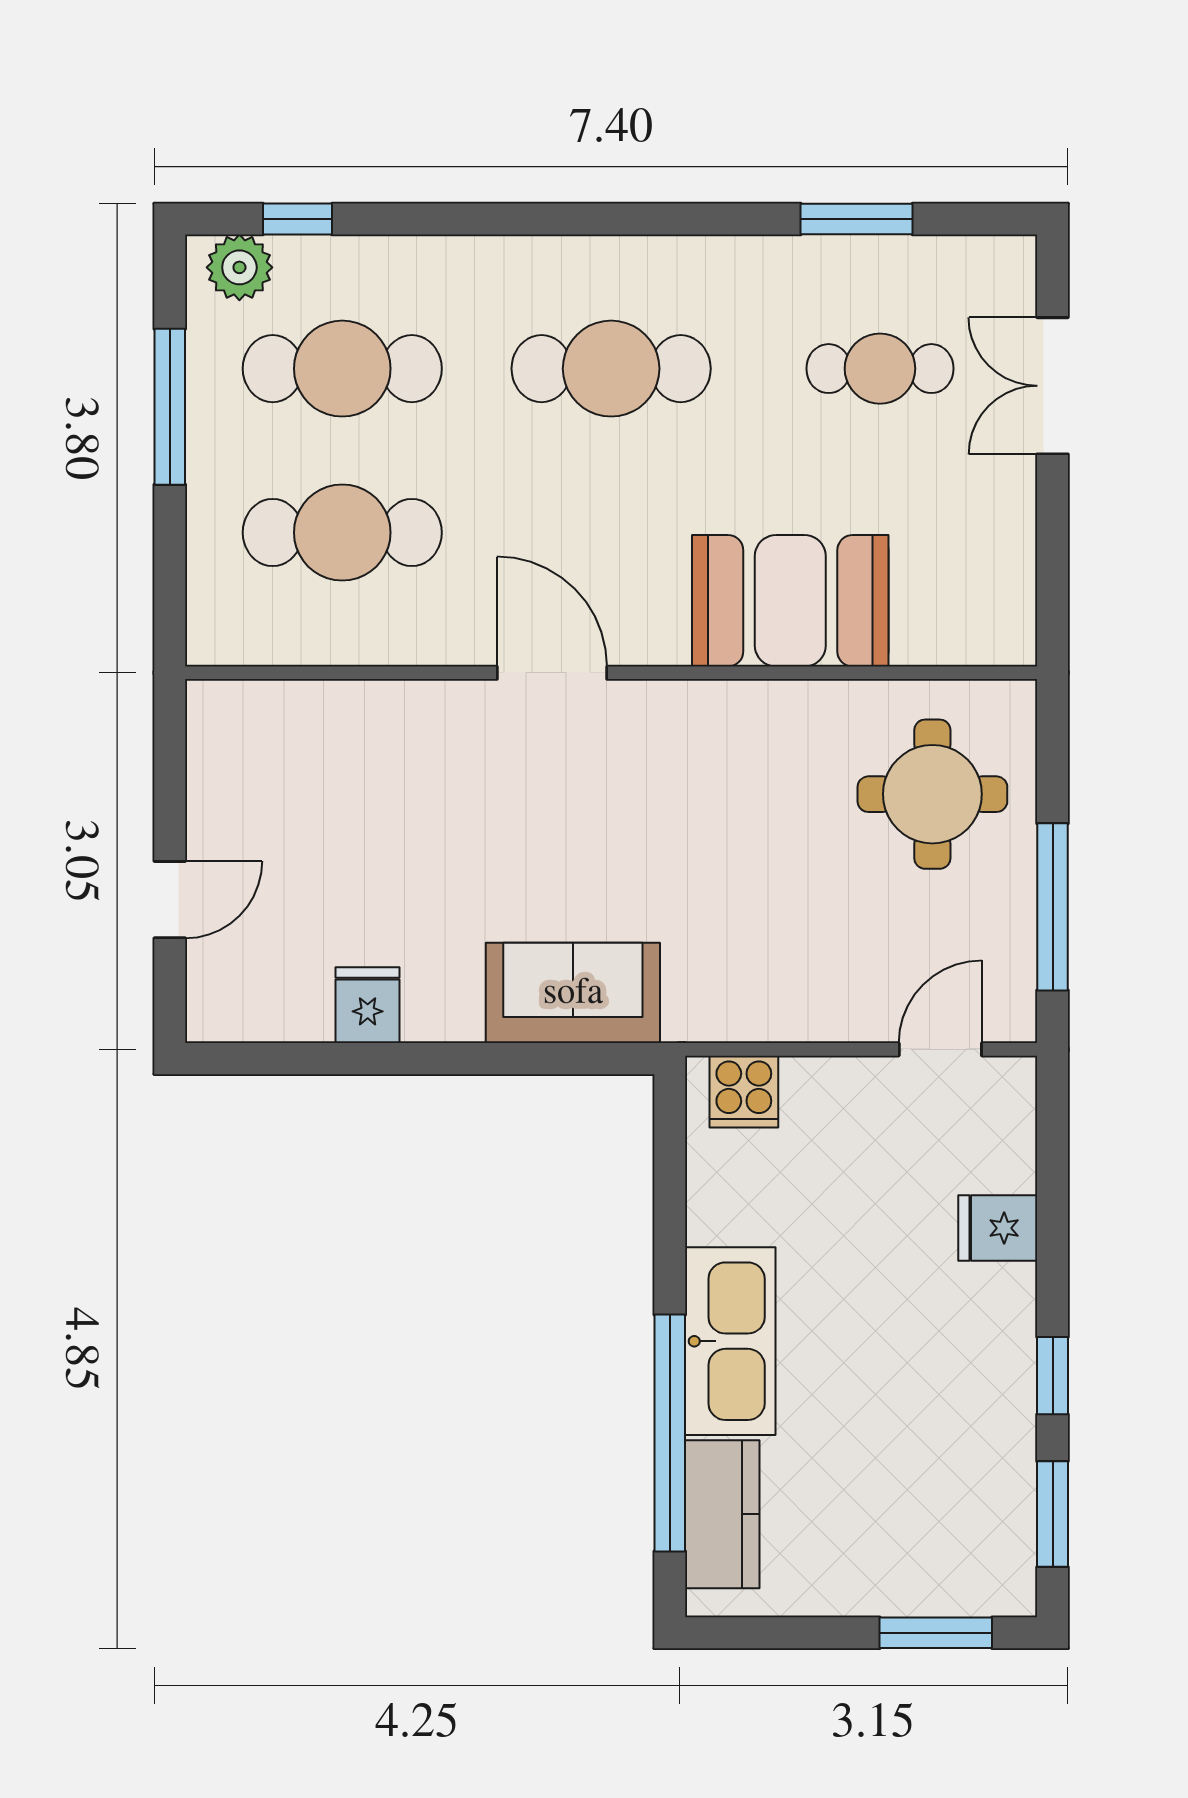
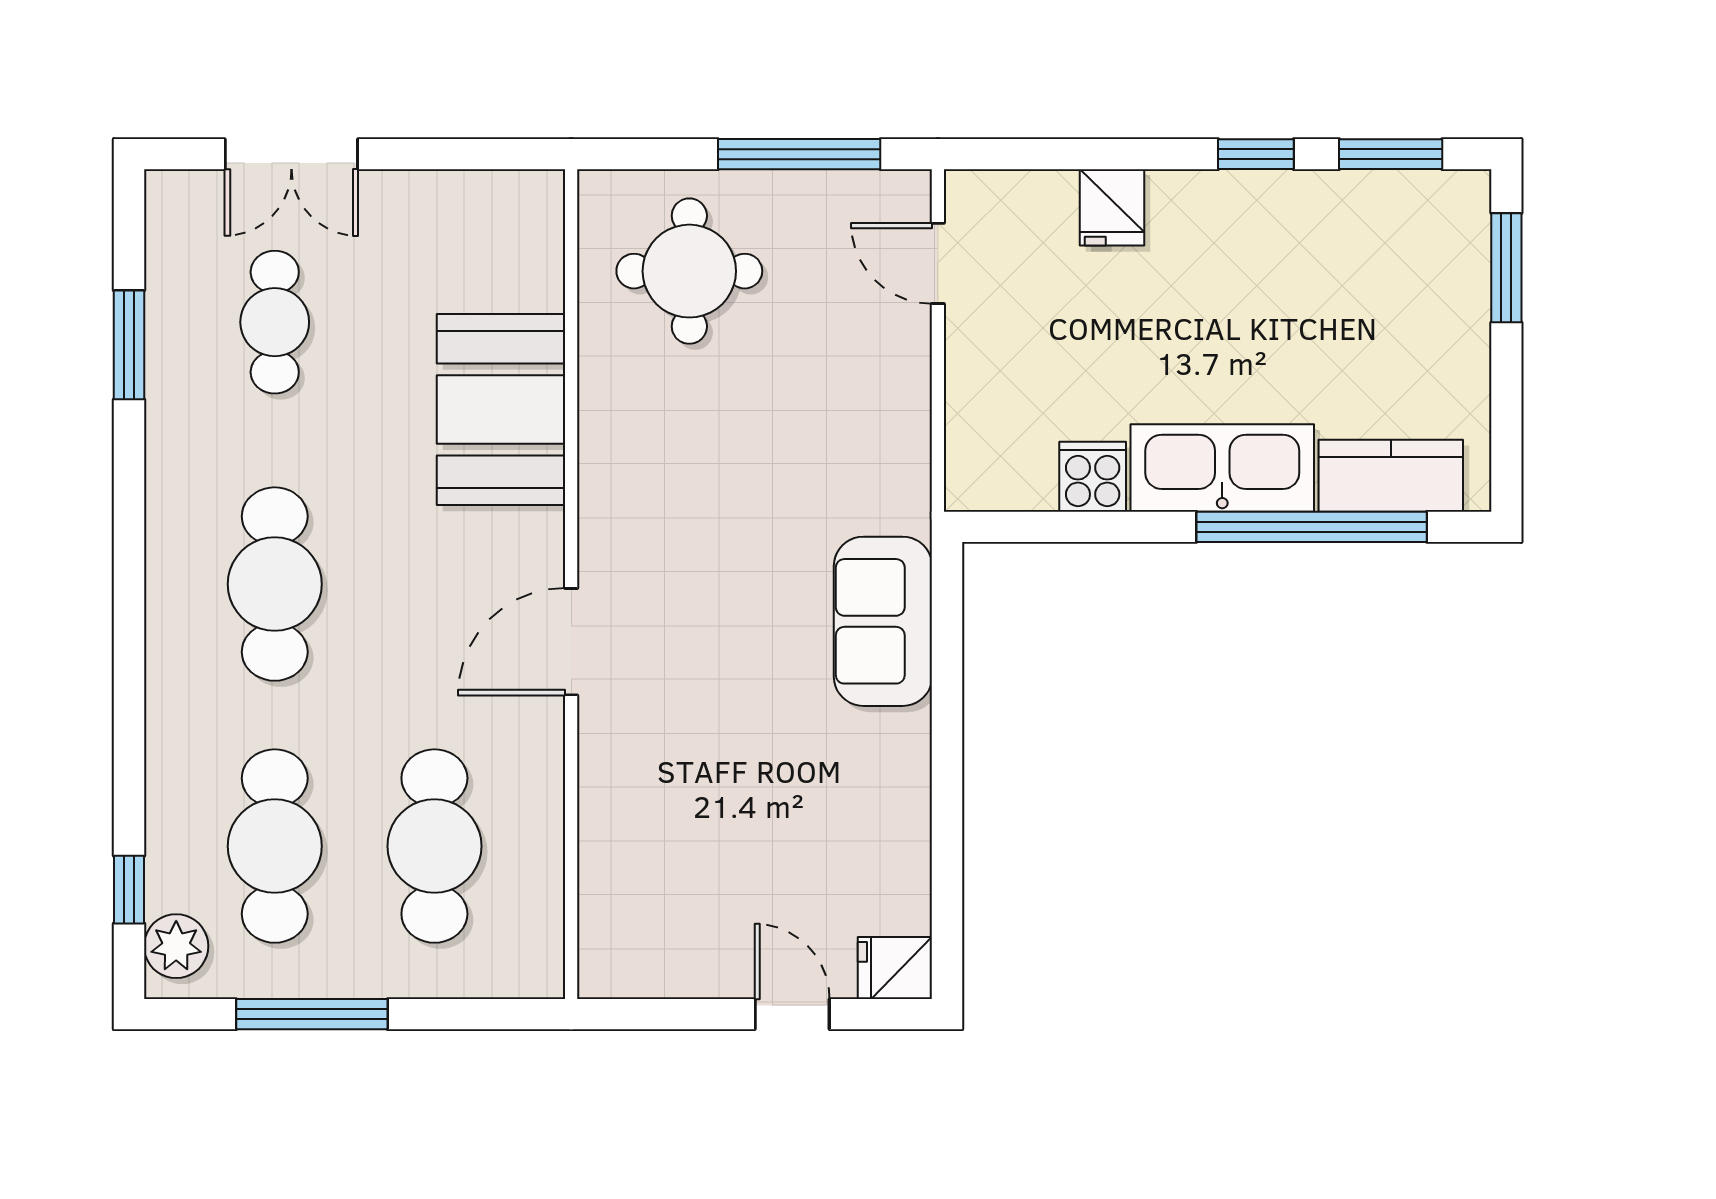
fridge: (368, 1005) -> (895, 968), moved
cooker: (744, 1092) -> (1093, 477), moved, turned -90

